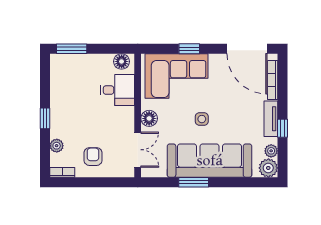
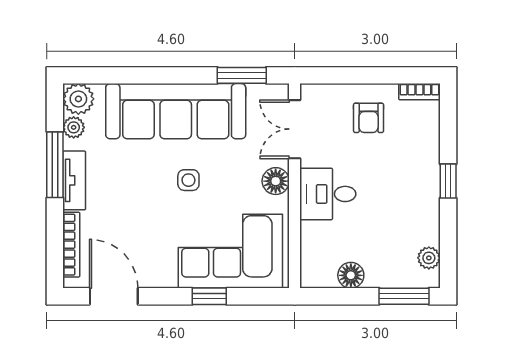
door: (247, 49) -> (114, 296), width x0.73
floor lamp: (122, 61) -> (351, 275), moved
desk: (118, 90) -> (328, 194), moved
window: (283, 128) -> (55, 165), width x2.17
plant: (57, 146) -> (429, 258), moved
window: (194, 182) -> (242, 75), moved

